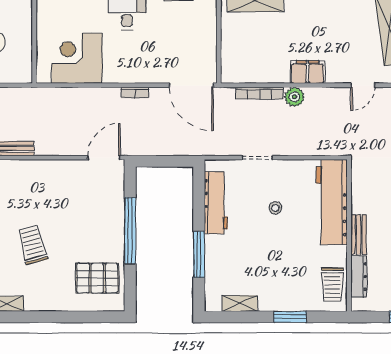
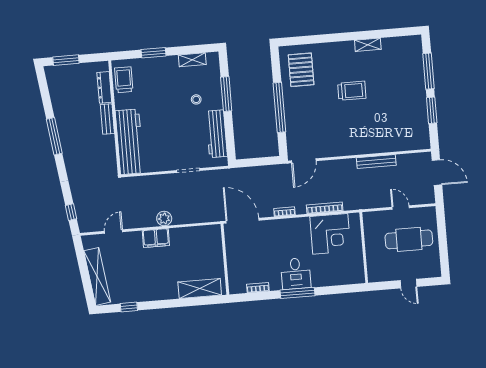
bookcase: (260, 93) -> (325, 208), moved
stool: (275, 208) -> (196, 99), moved
trolley: (33, 245) -> (352, 91), turned -75
pallet: (97, 278) -> (301, 70), turned 90

